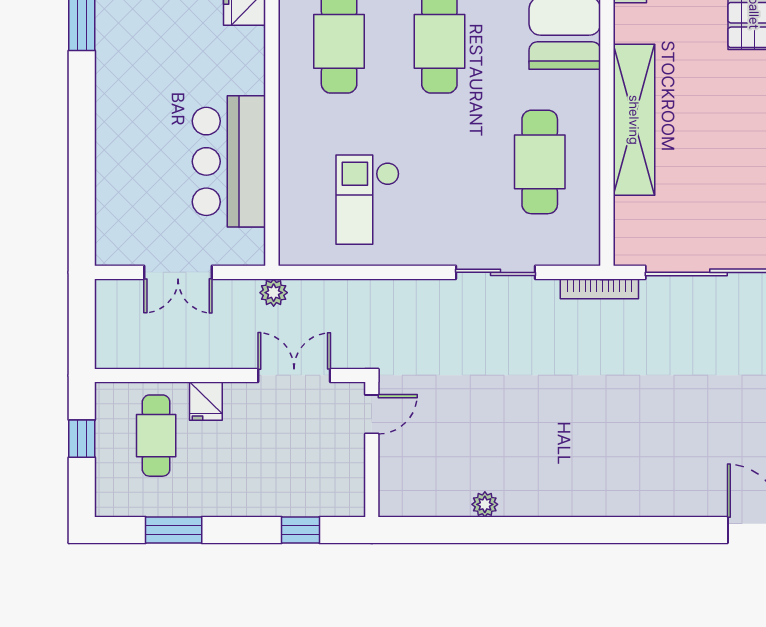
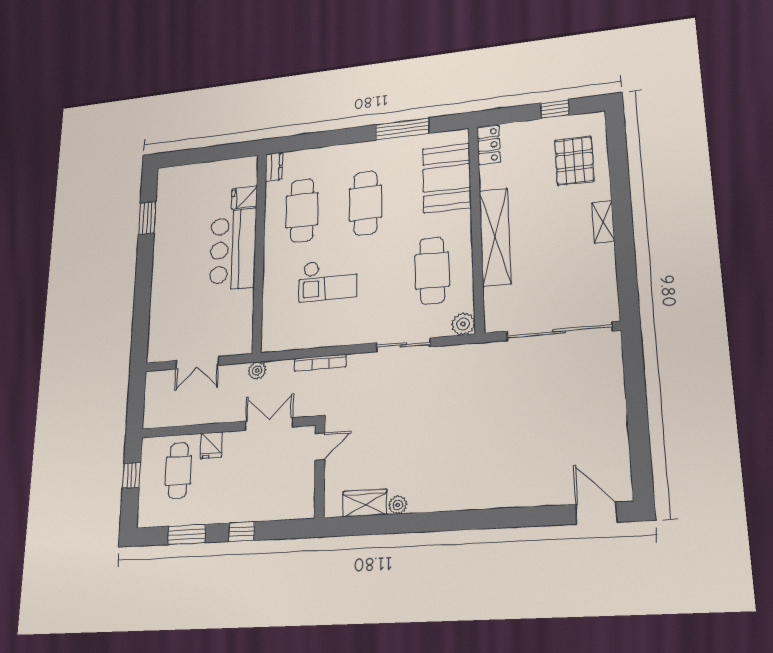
bar counter: (229, 161) -> (233, 249), moved
checkout: (367, 200) -> (328, 280), moved, turned -90
plant: (583, 249) -> (463, 324), added
bookcase: (599, 289) -> (320, 363), moved
wardrobe: (438, 499) -> (365, 503), added
window: (301, 530) -> (242, 532), moved

